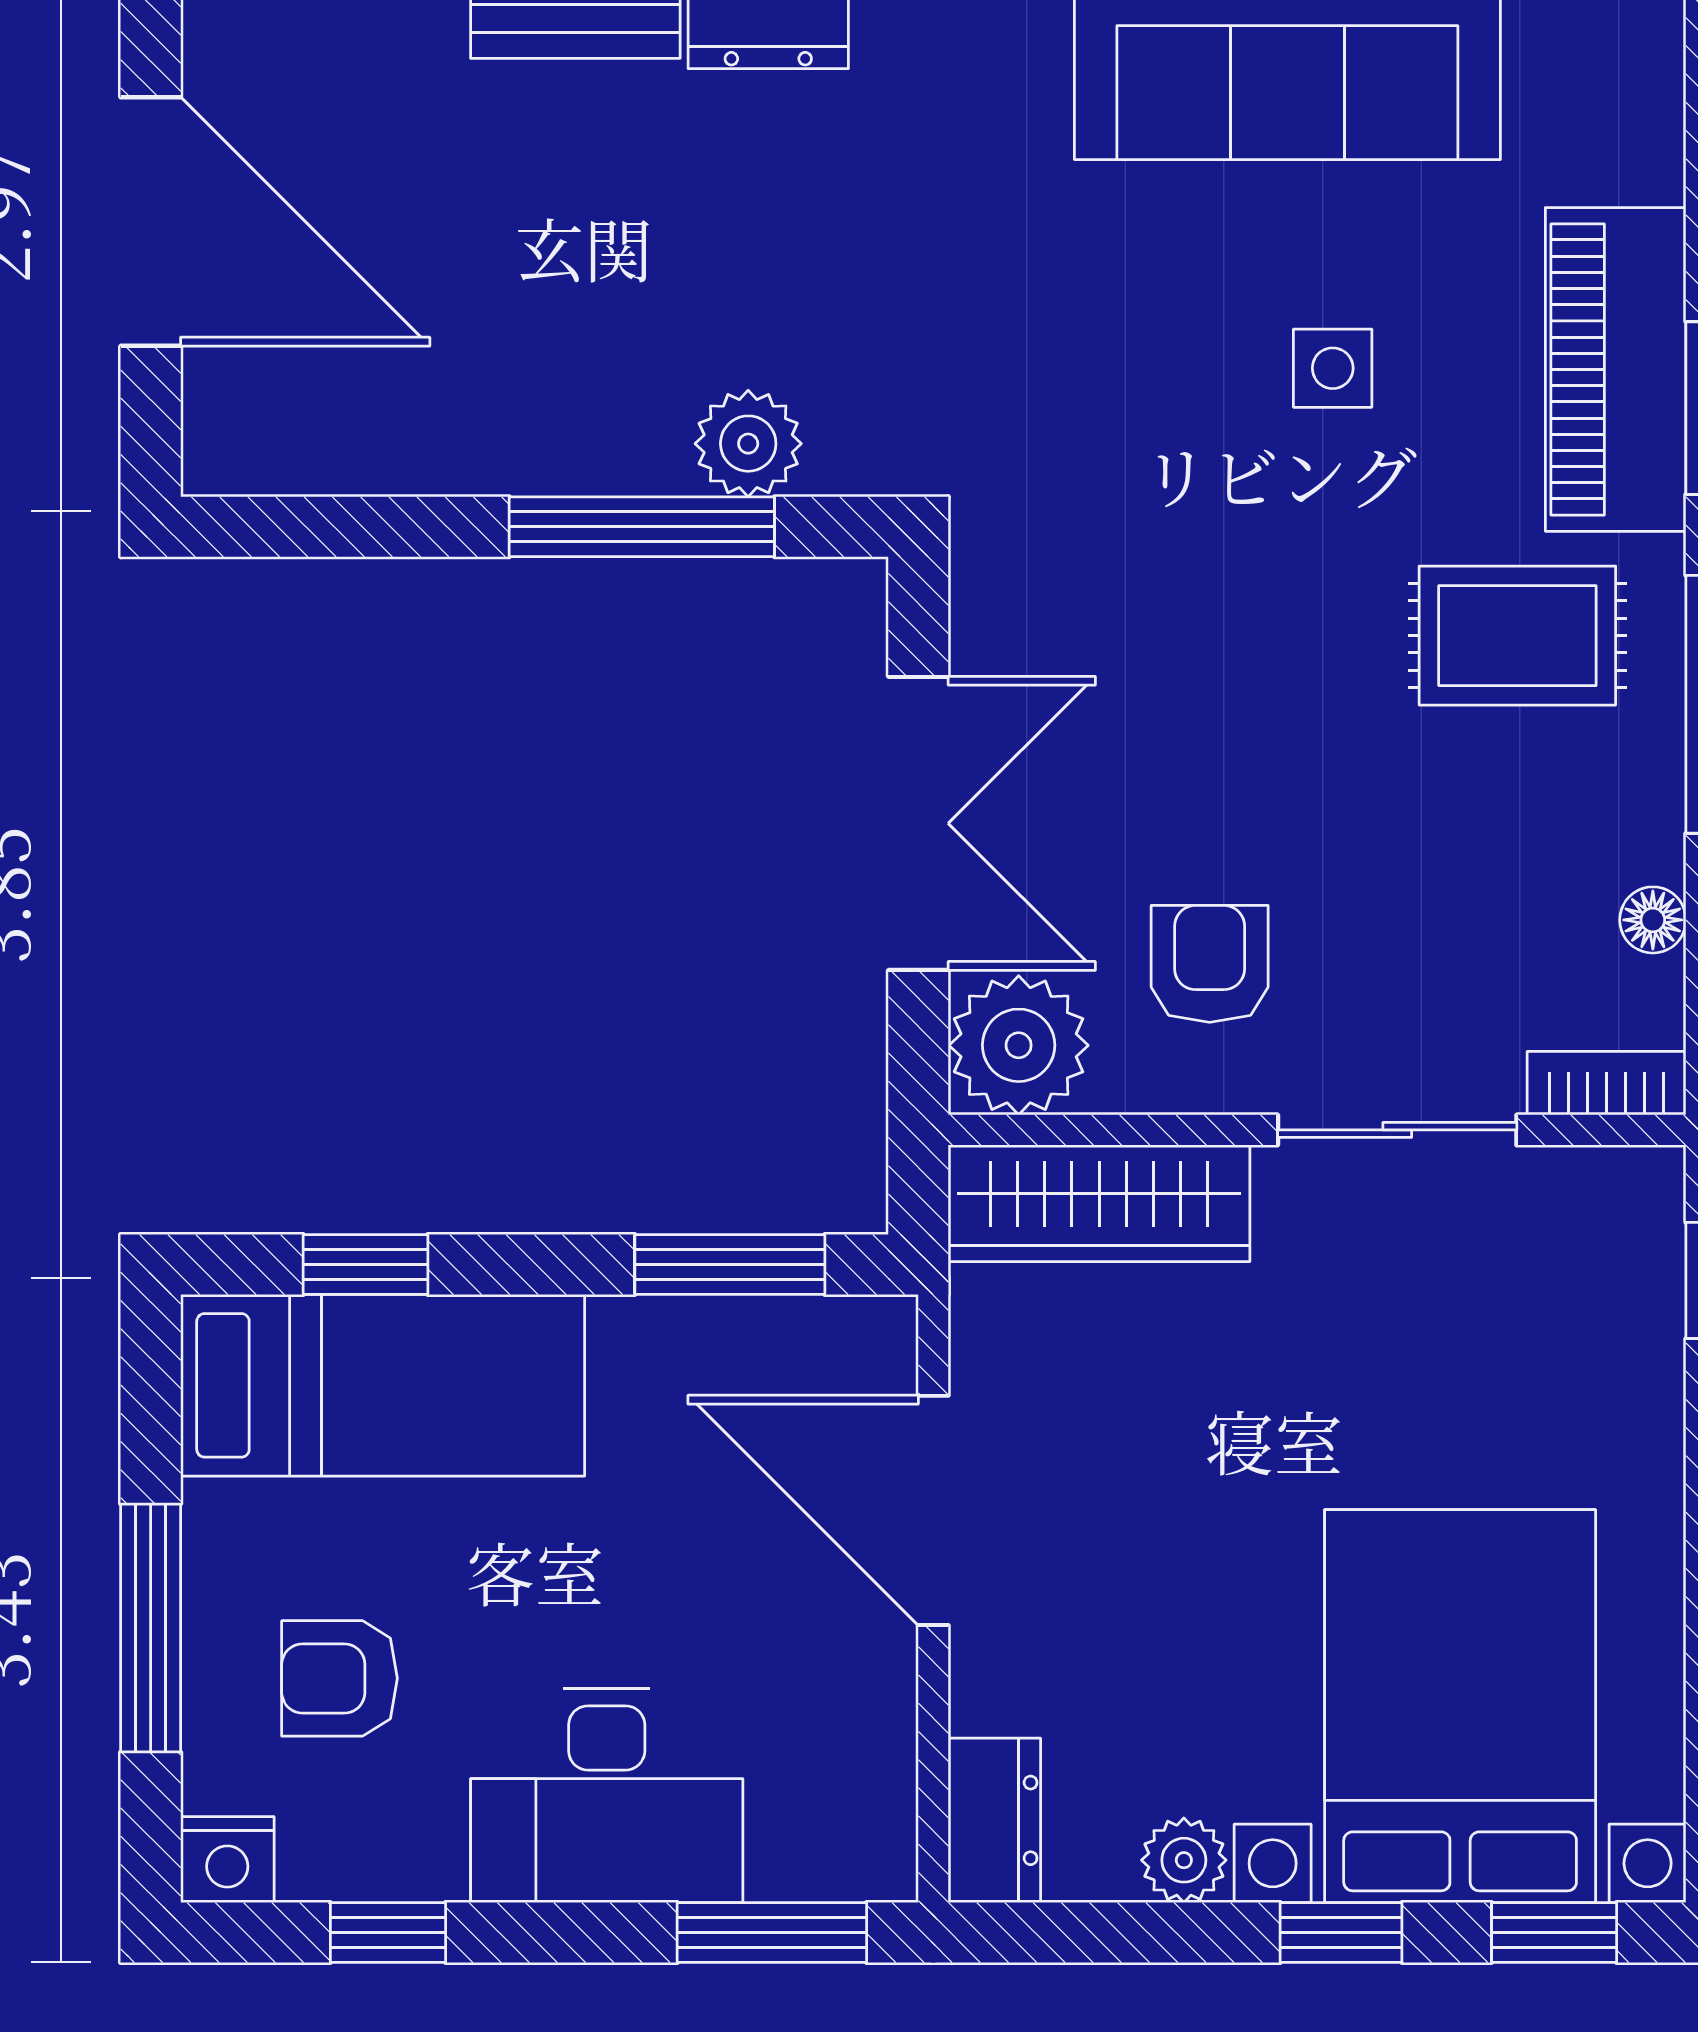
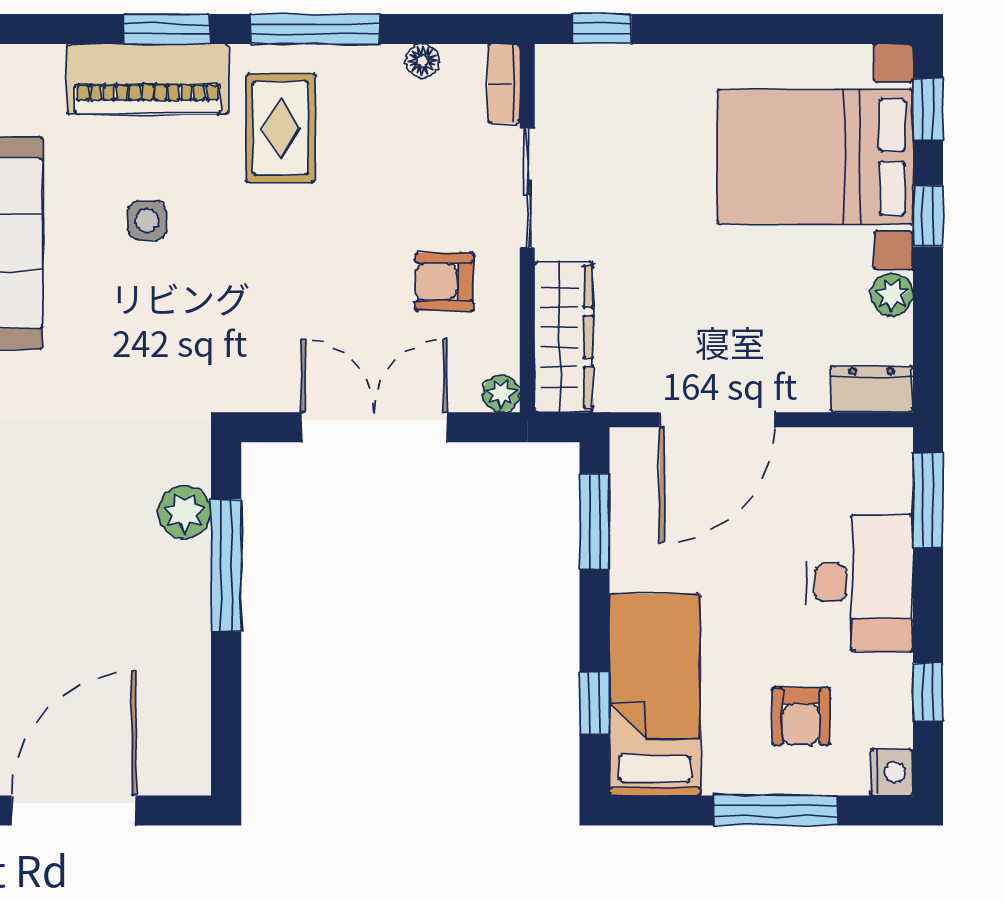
plant: (1019, 1045) -> (501, 393), width x0.53, depth x0.53

